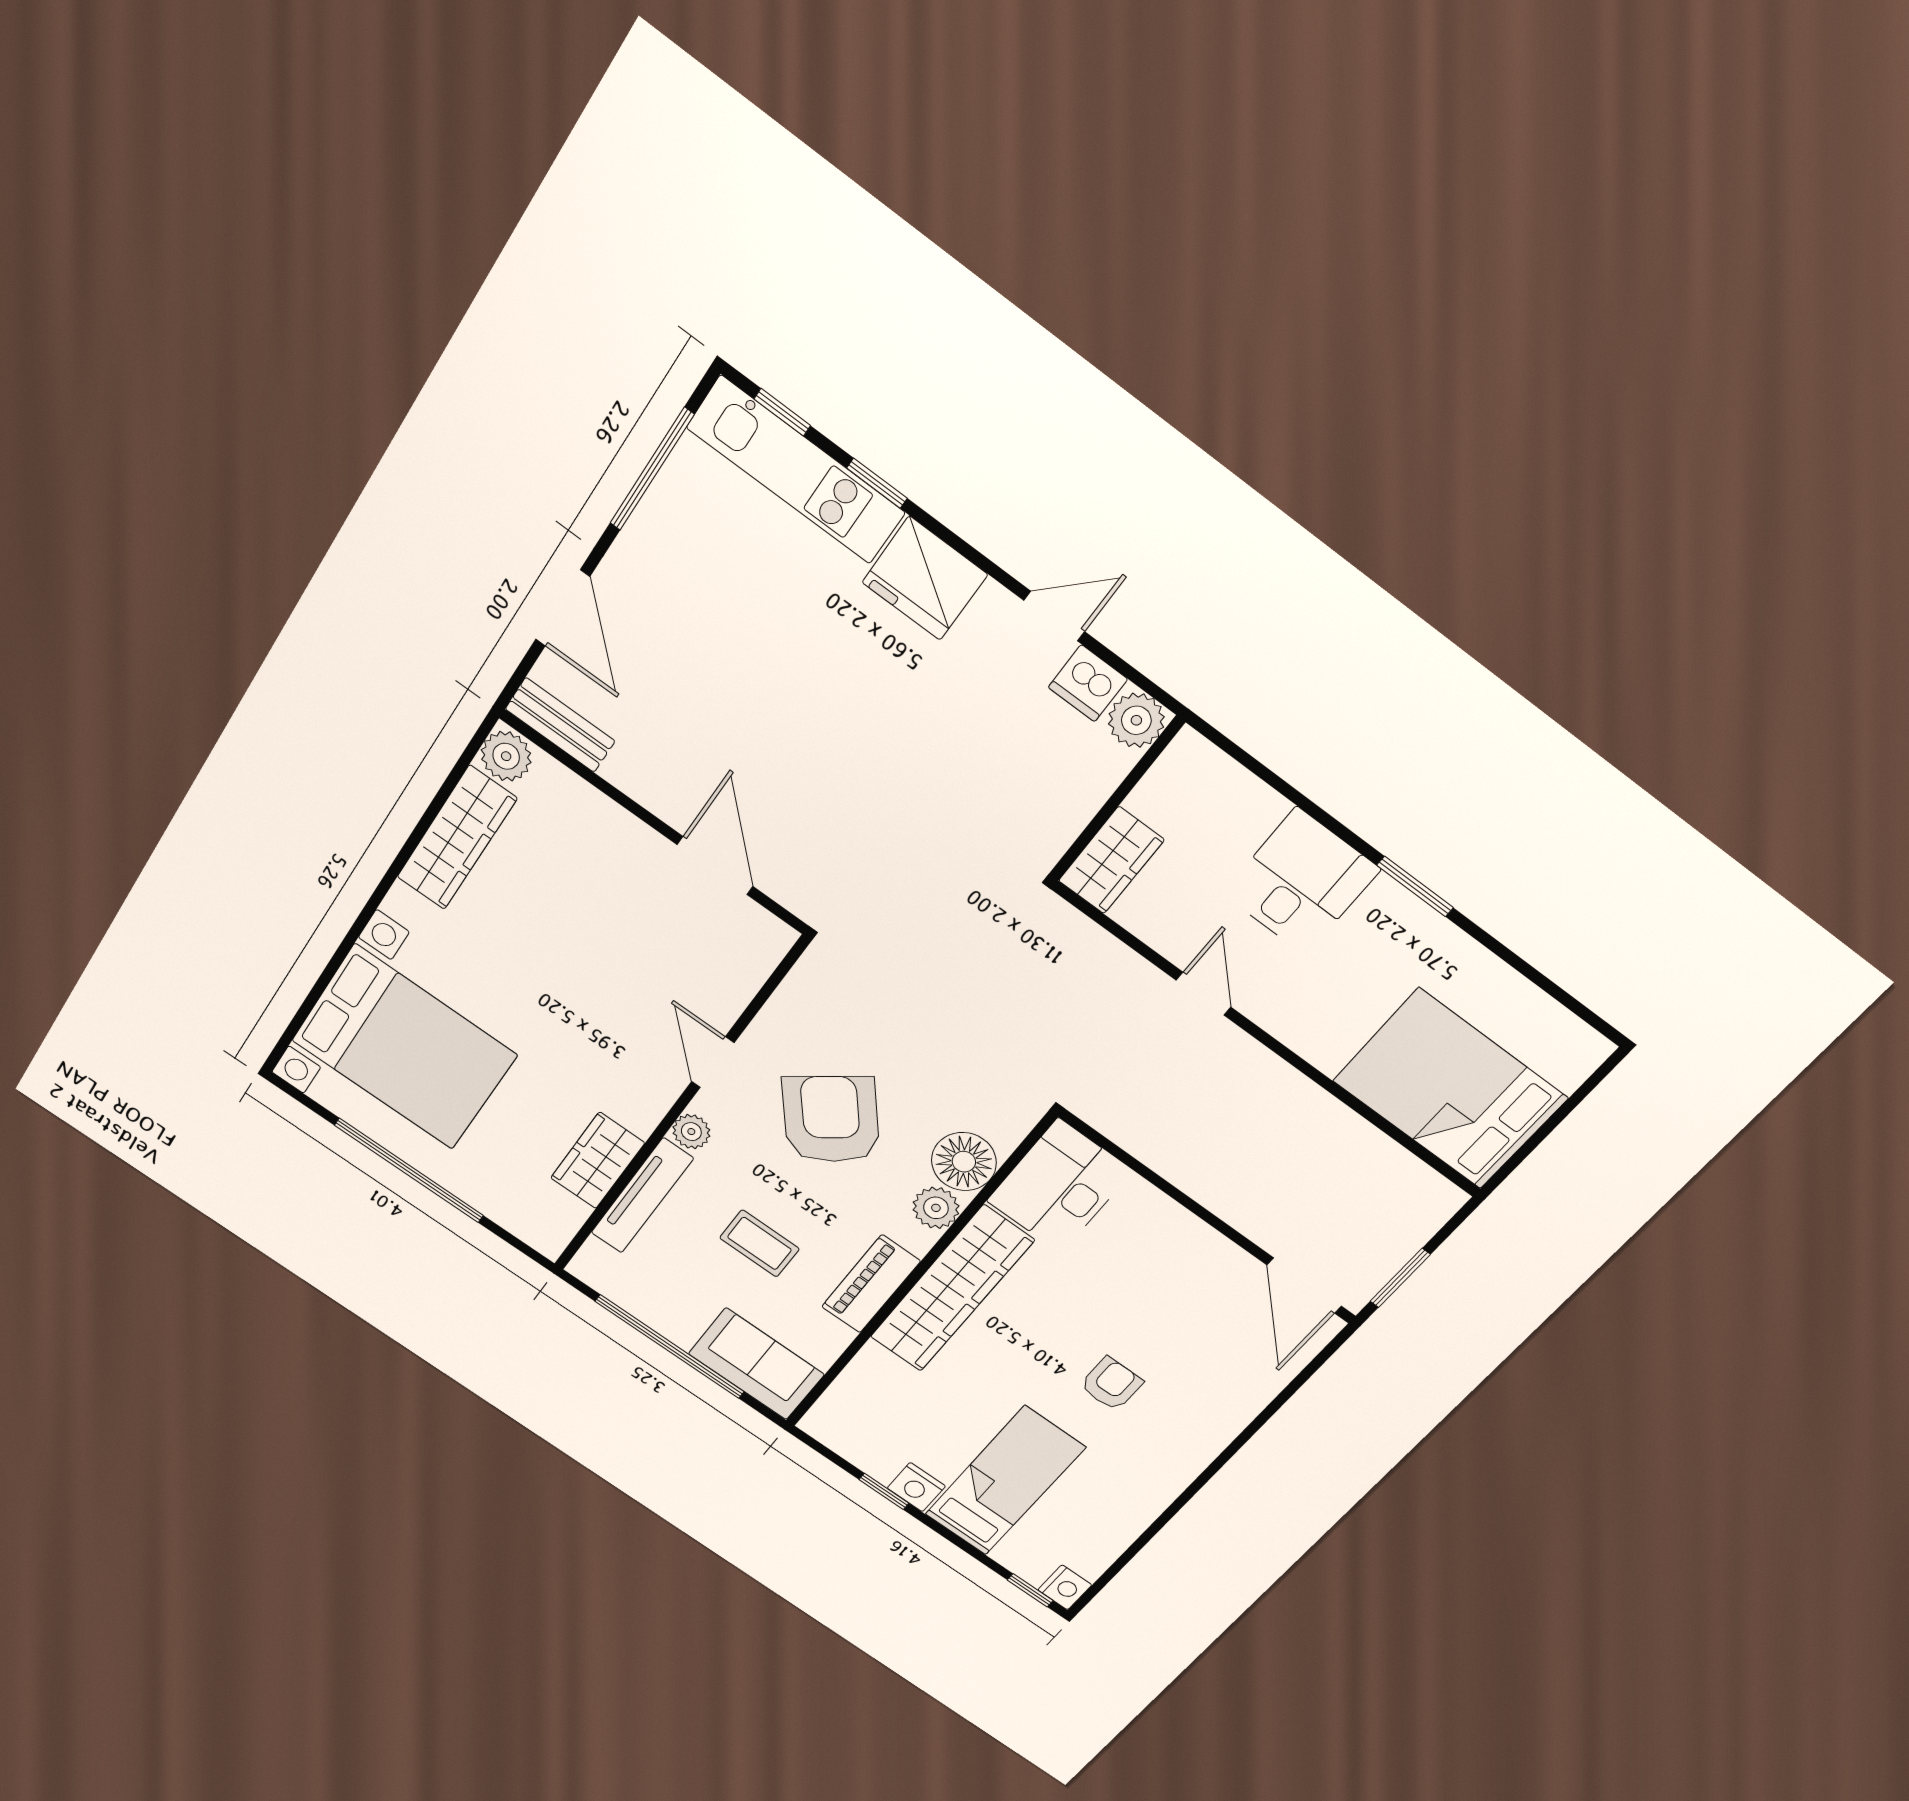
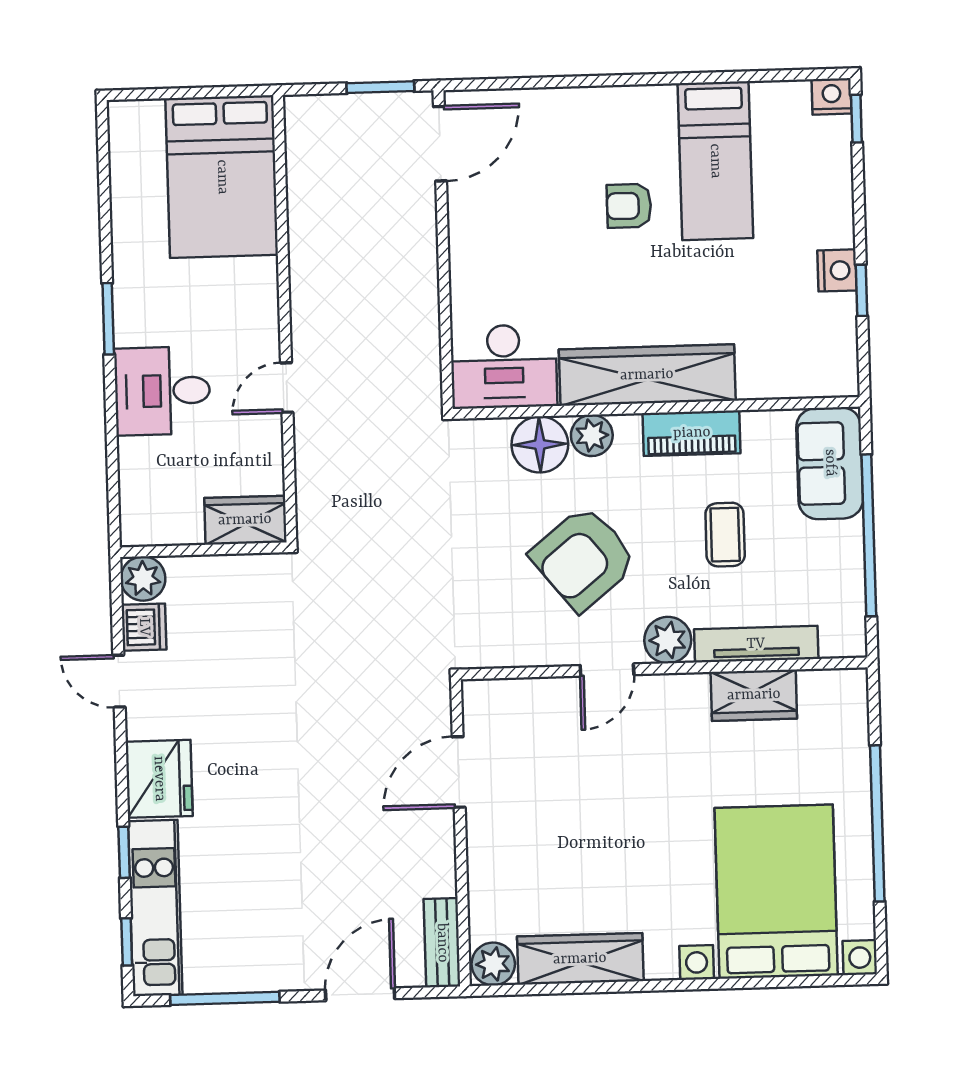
plant: (691, 1132) -> (668, 640), width x1.38, depth x1.38
bed: (1005, 1481) -> (715, 161), moved, turned -90

